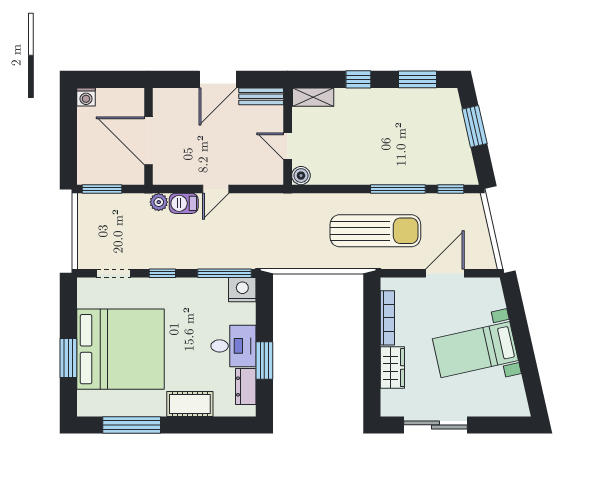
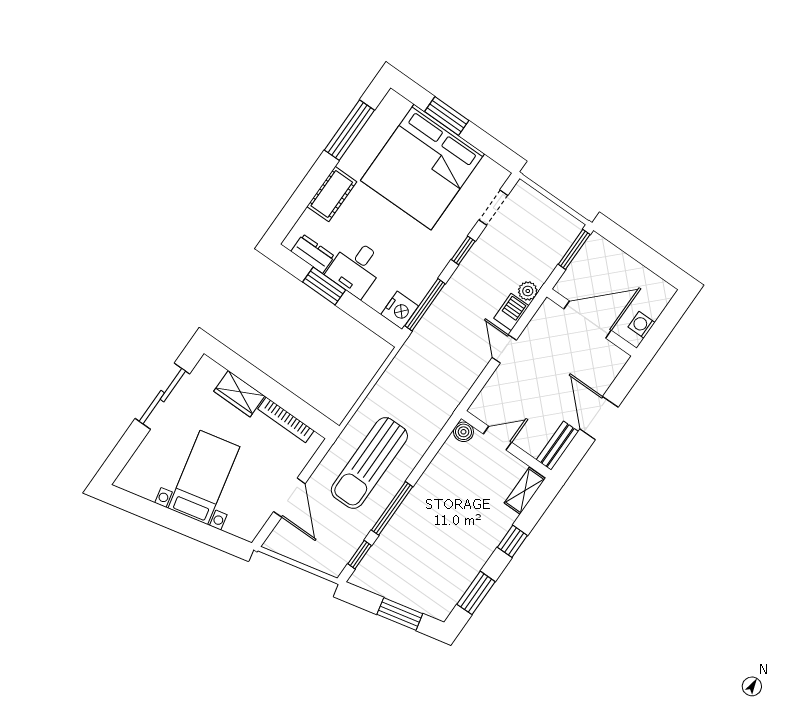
washing machine: (86, 97) -> (642, 325), moved

